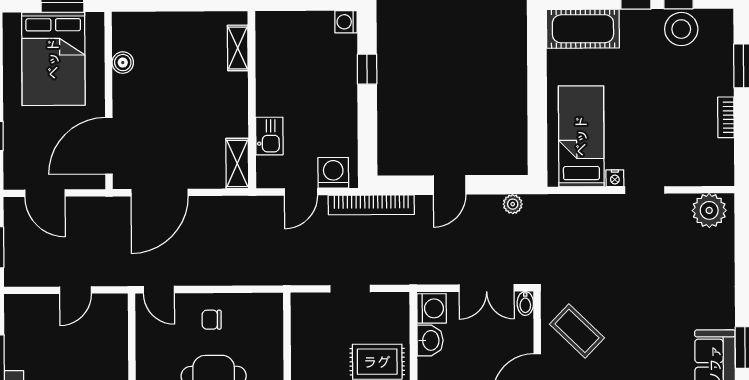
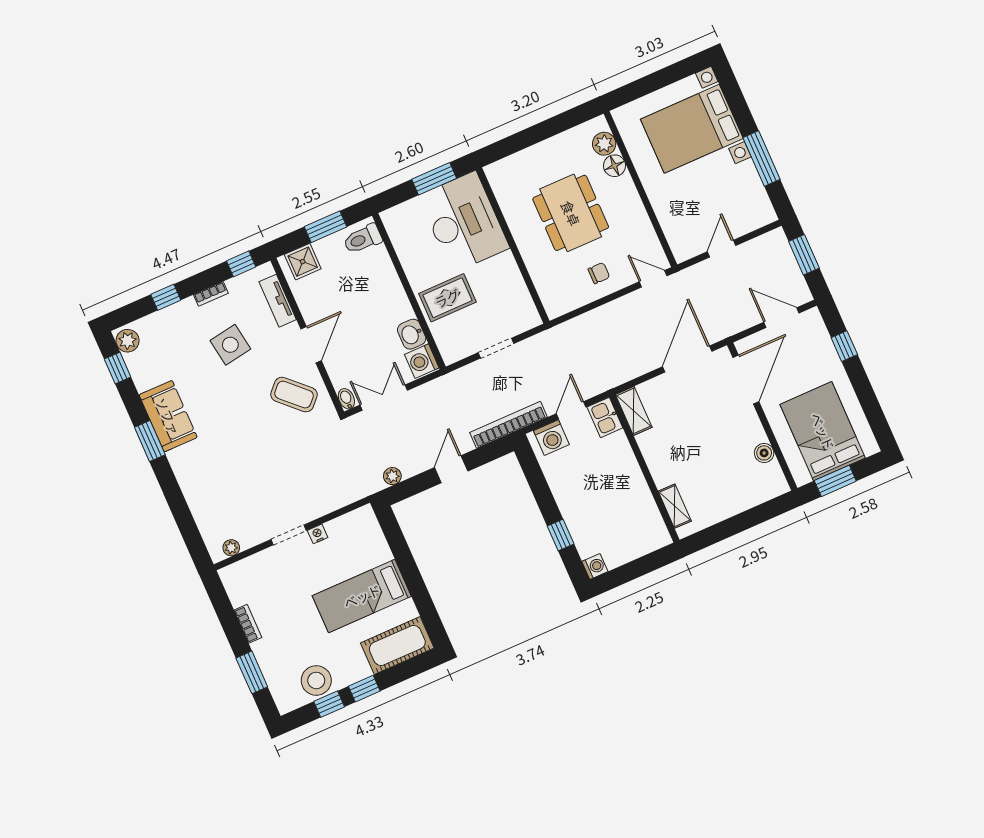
kitchen sink: (269, 136) -> (605, 417), moved
bed: (581, 136) -> (362, 596), moved, turned 90
plant: (709, 210) -> (231, 548), width x0.53, depth x0.53

